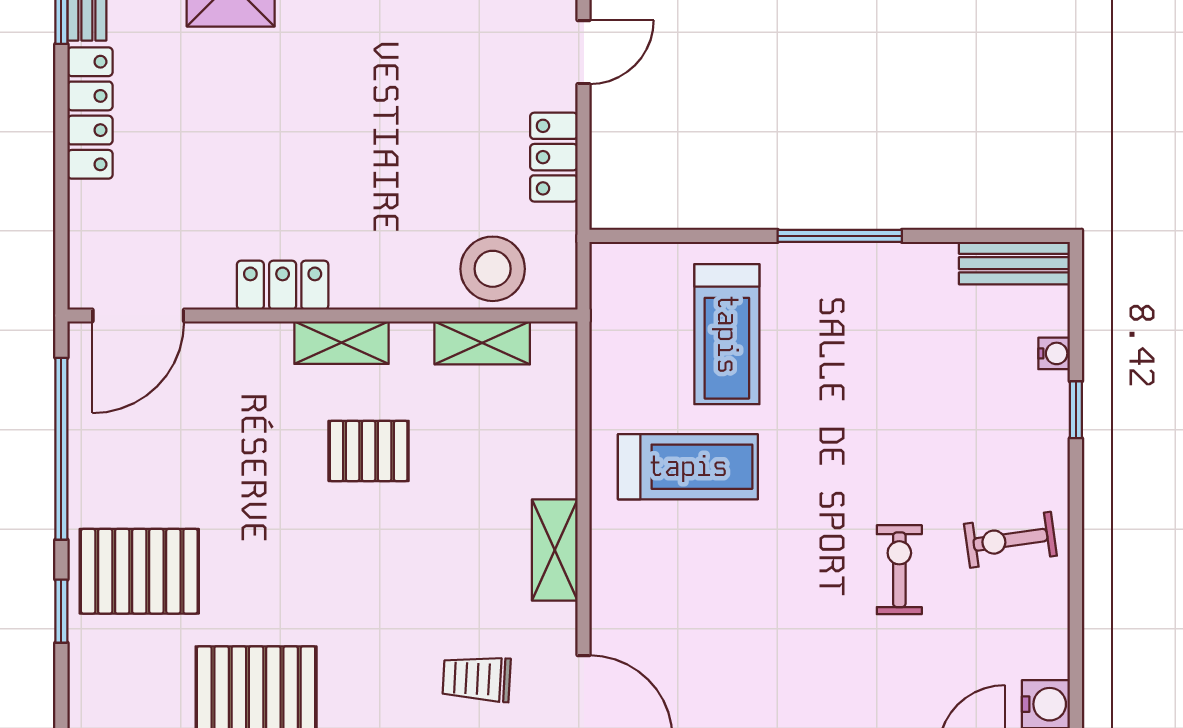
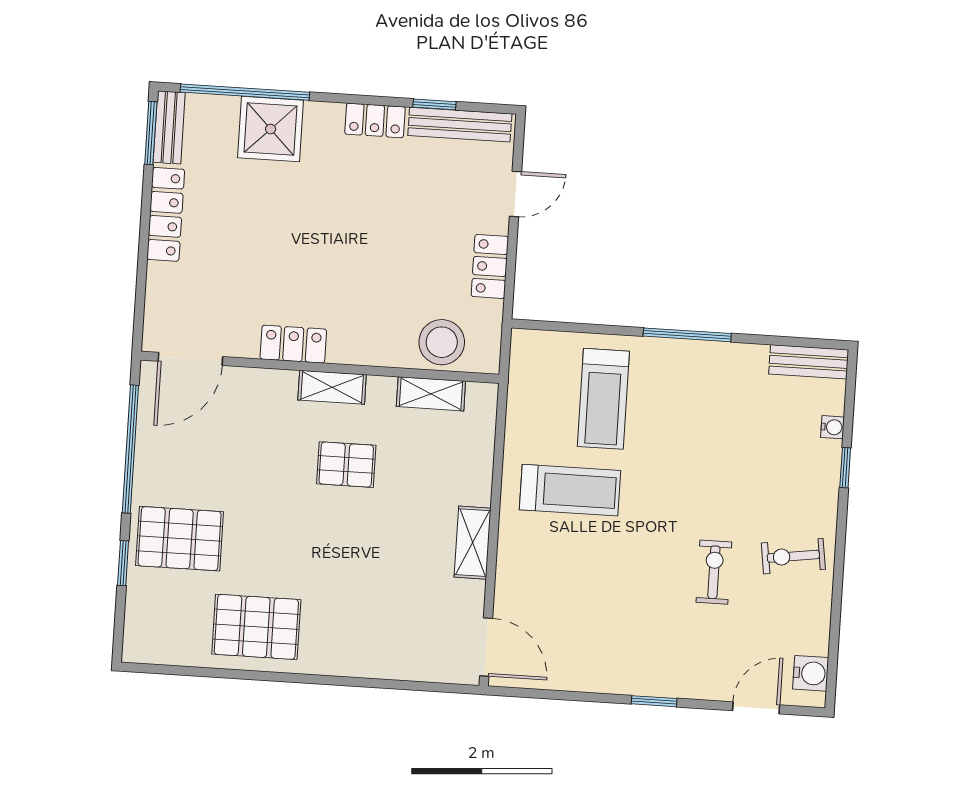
trolley: (477, 679) -> (412, 630), removed

